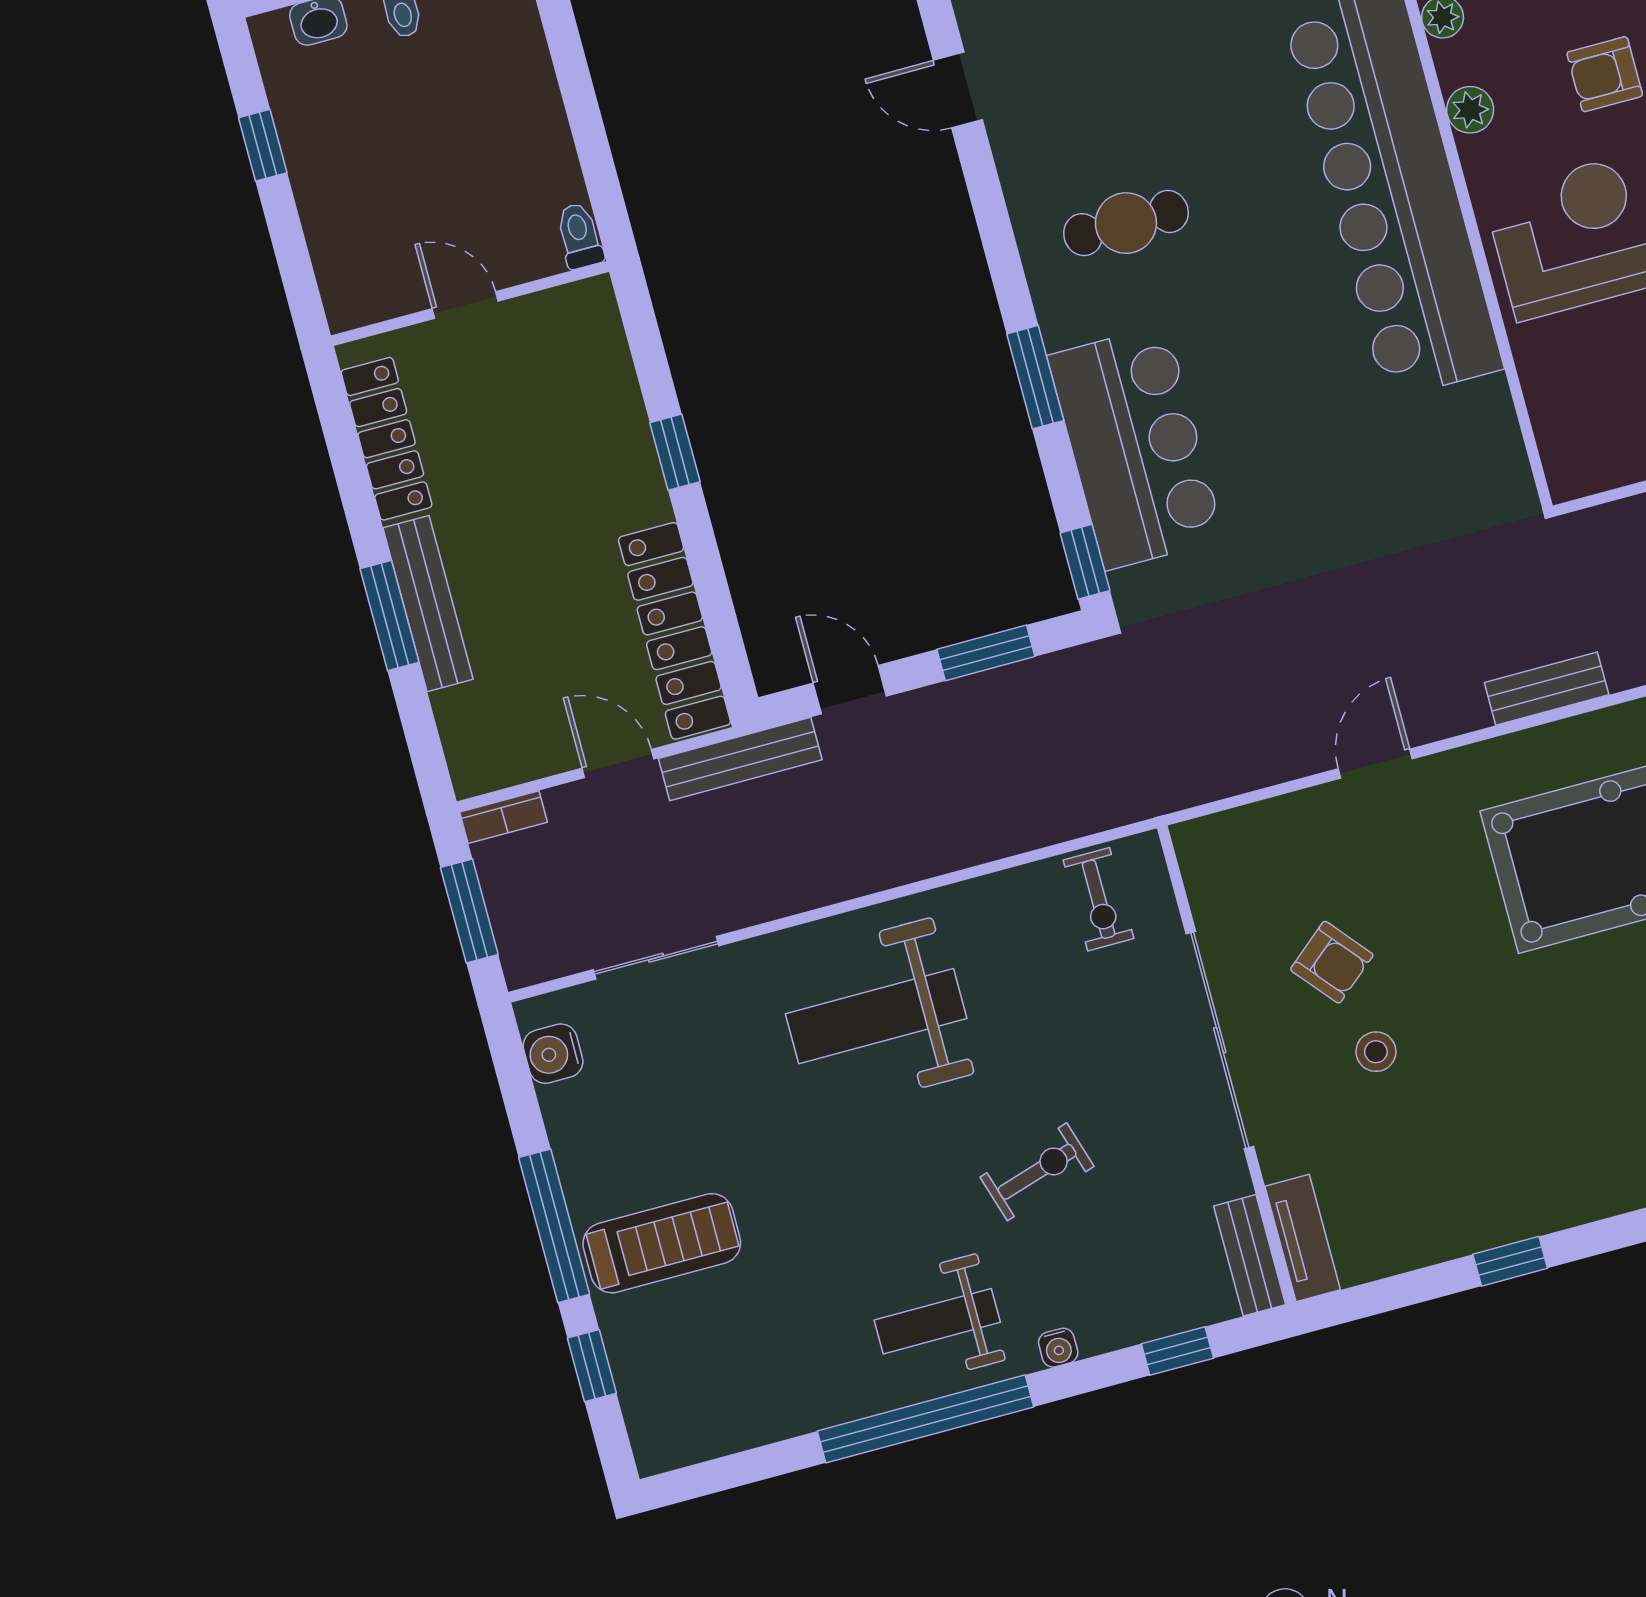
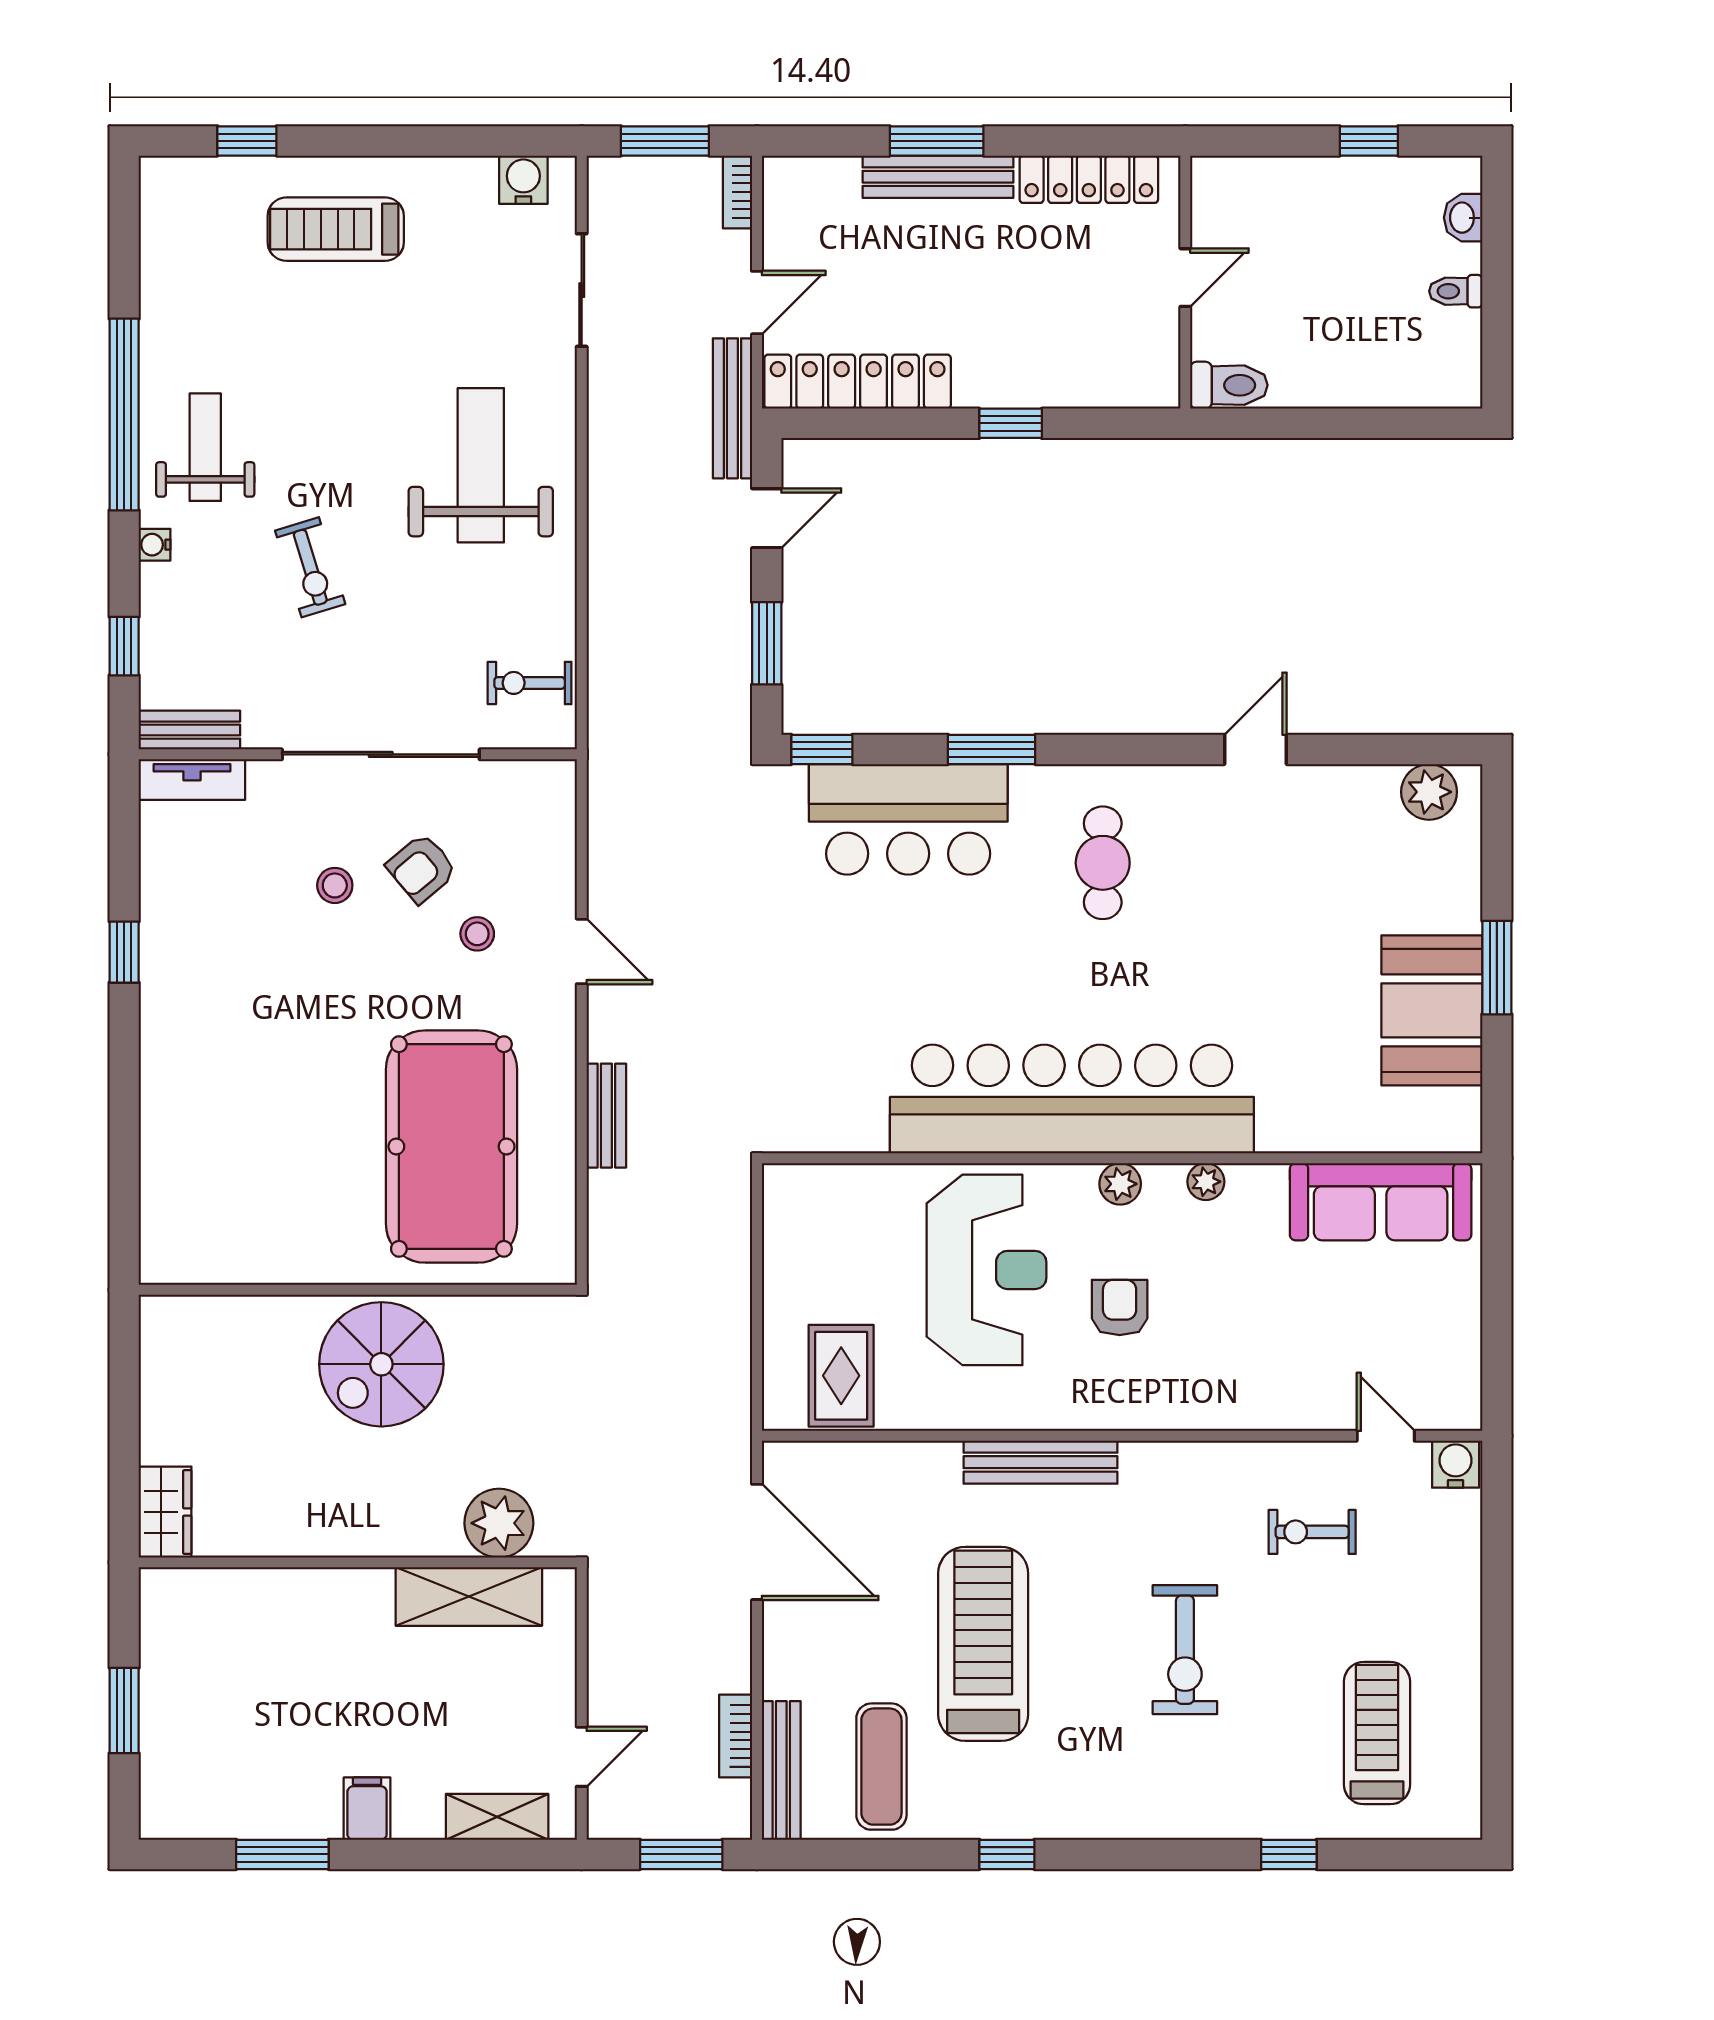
toilet: (580, 236) -> (1229, 385), width x1.37, depth x1.39
stool: (1387, 883) -> (477, 934), added
window: (554, 1226) -> (376, 141), removed
treadmill: (662, 1243) -> (336, 229), turned 90

